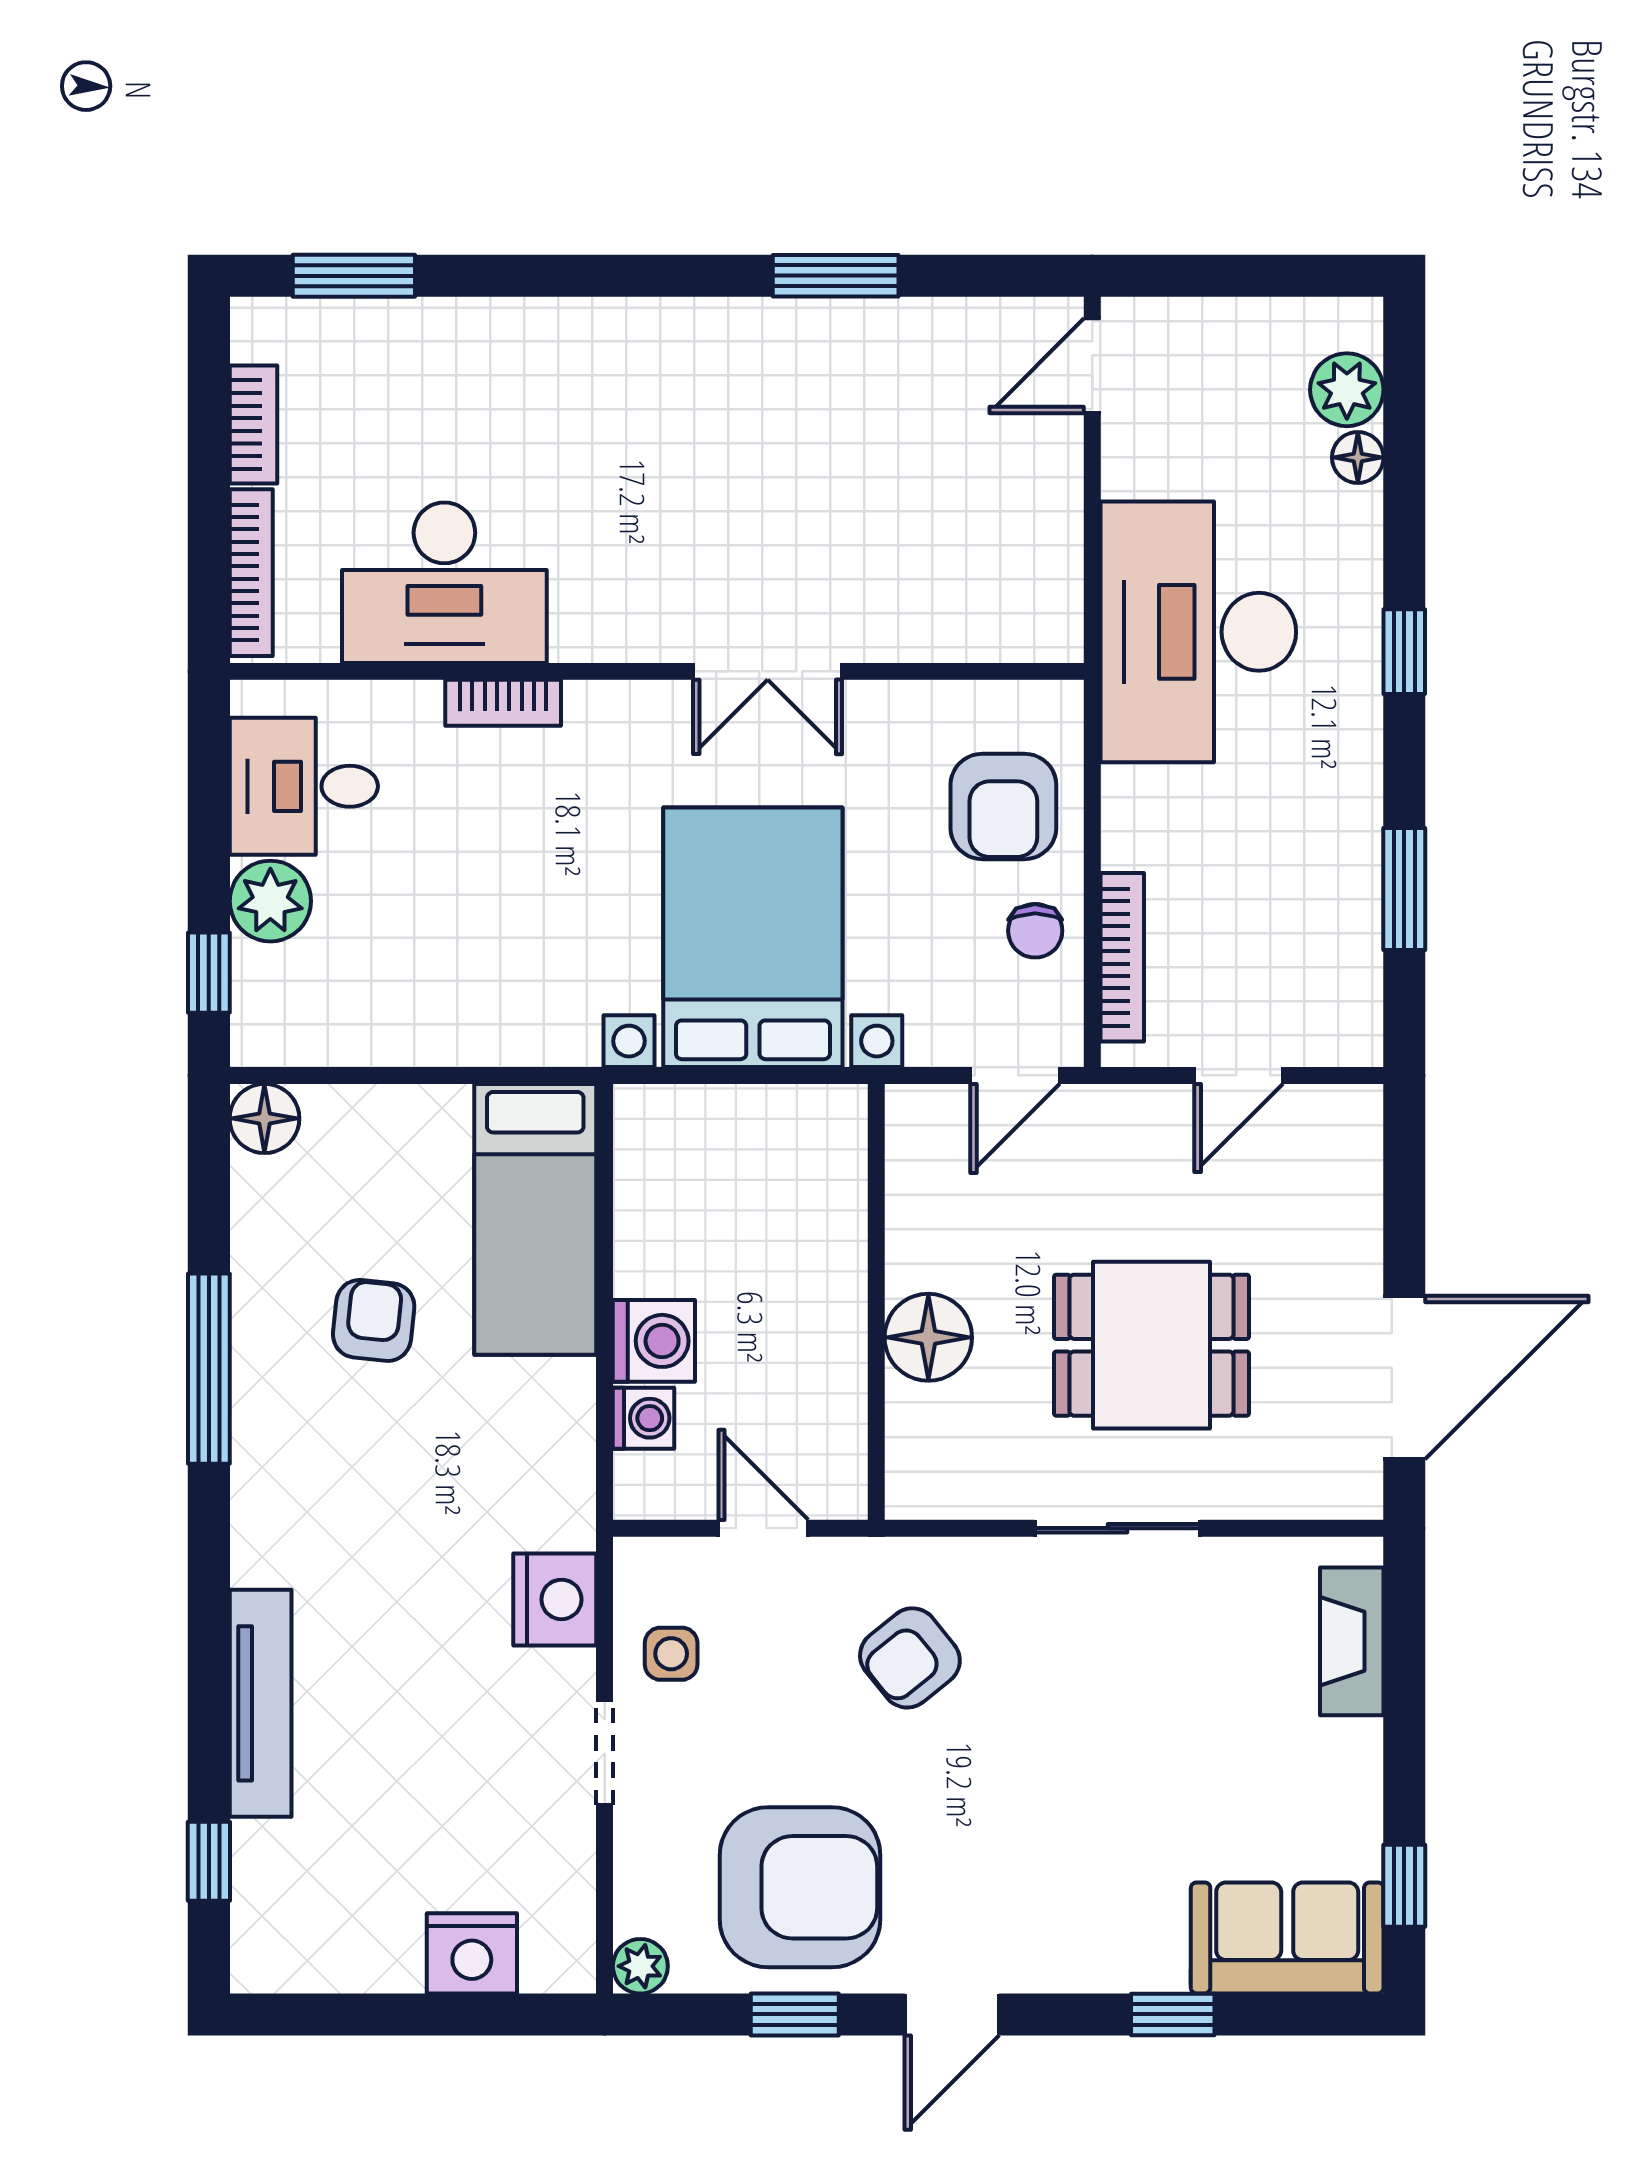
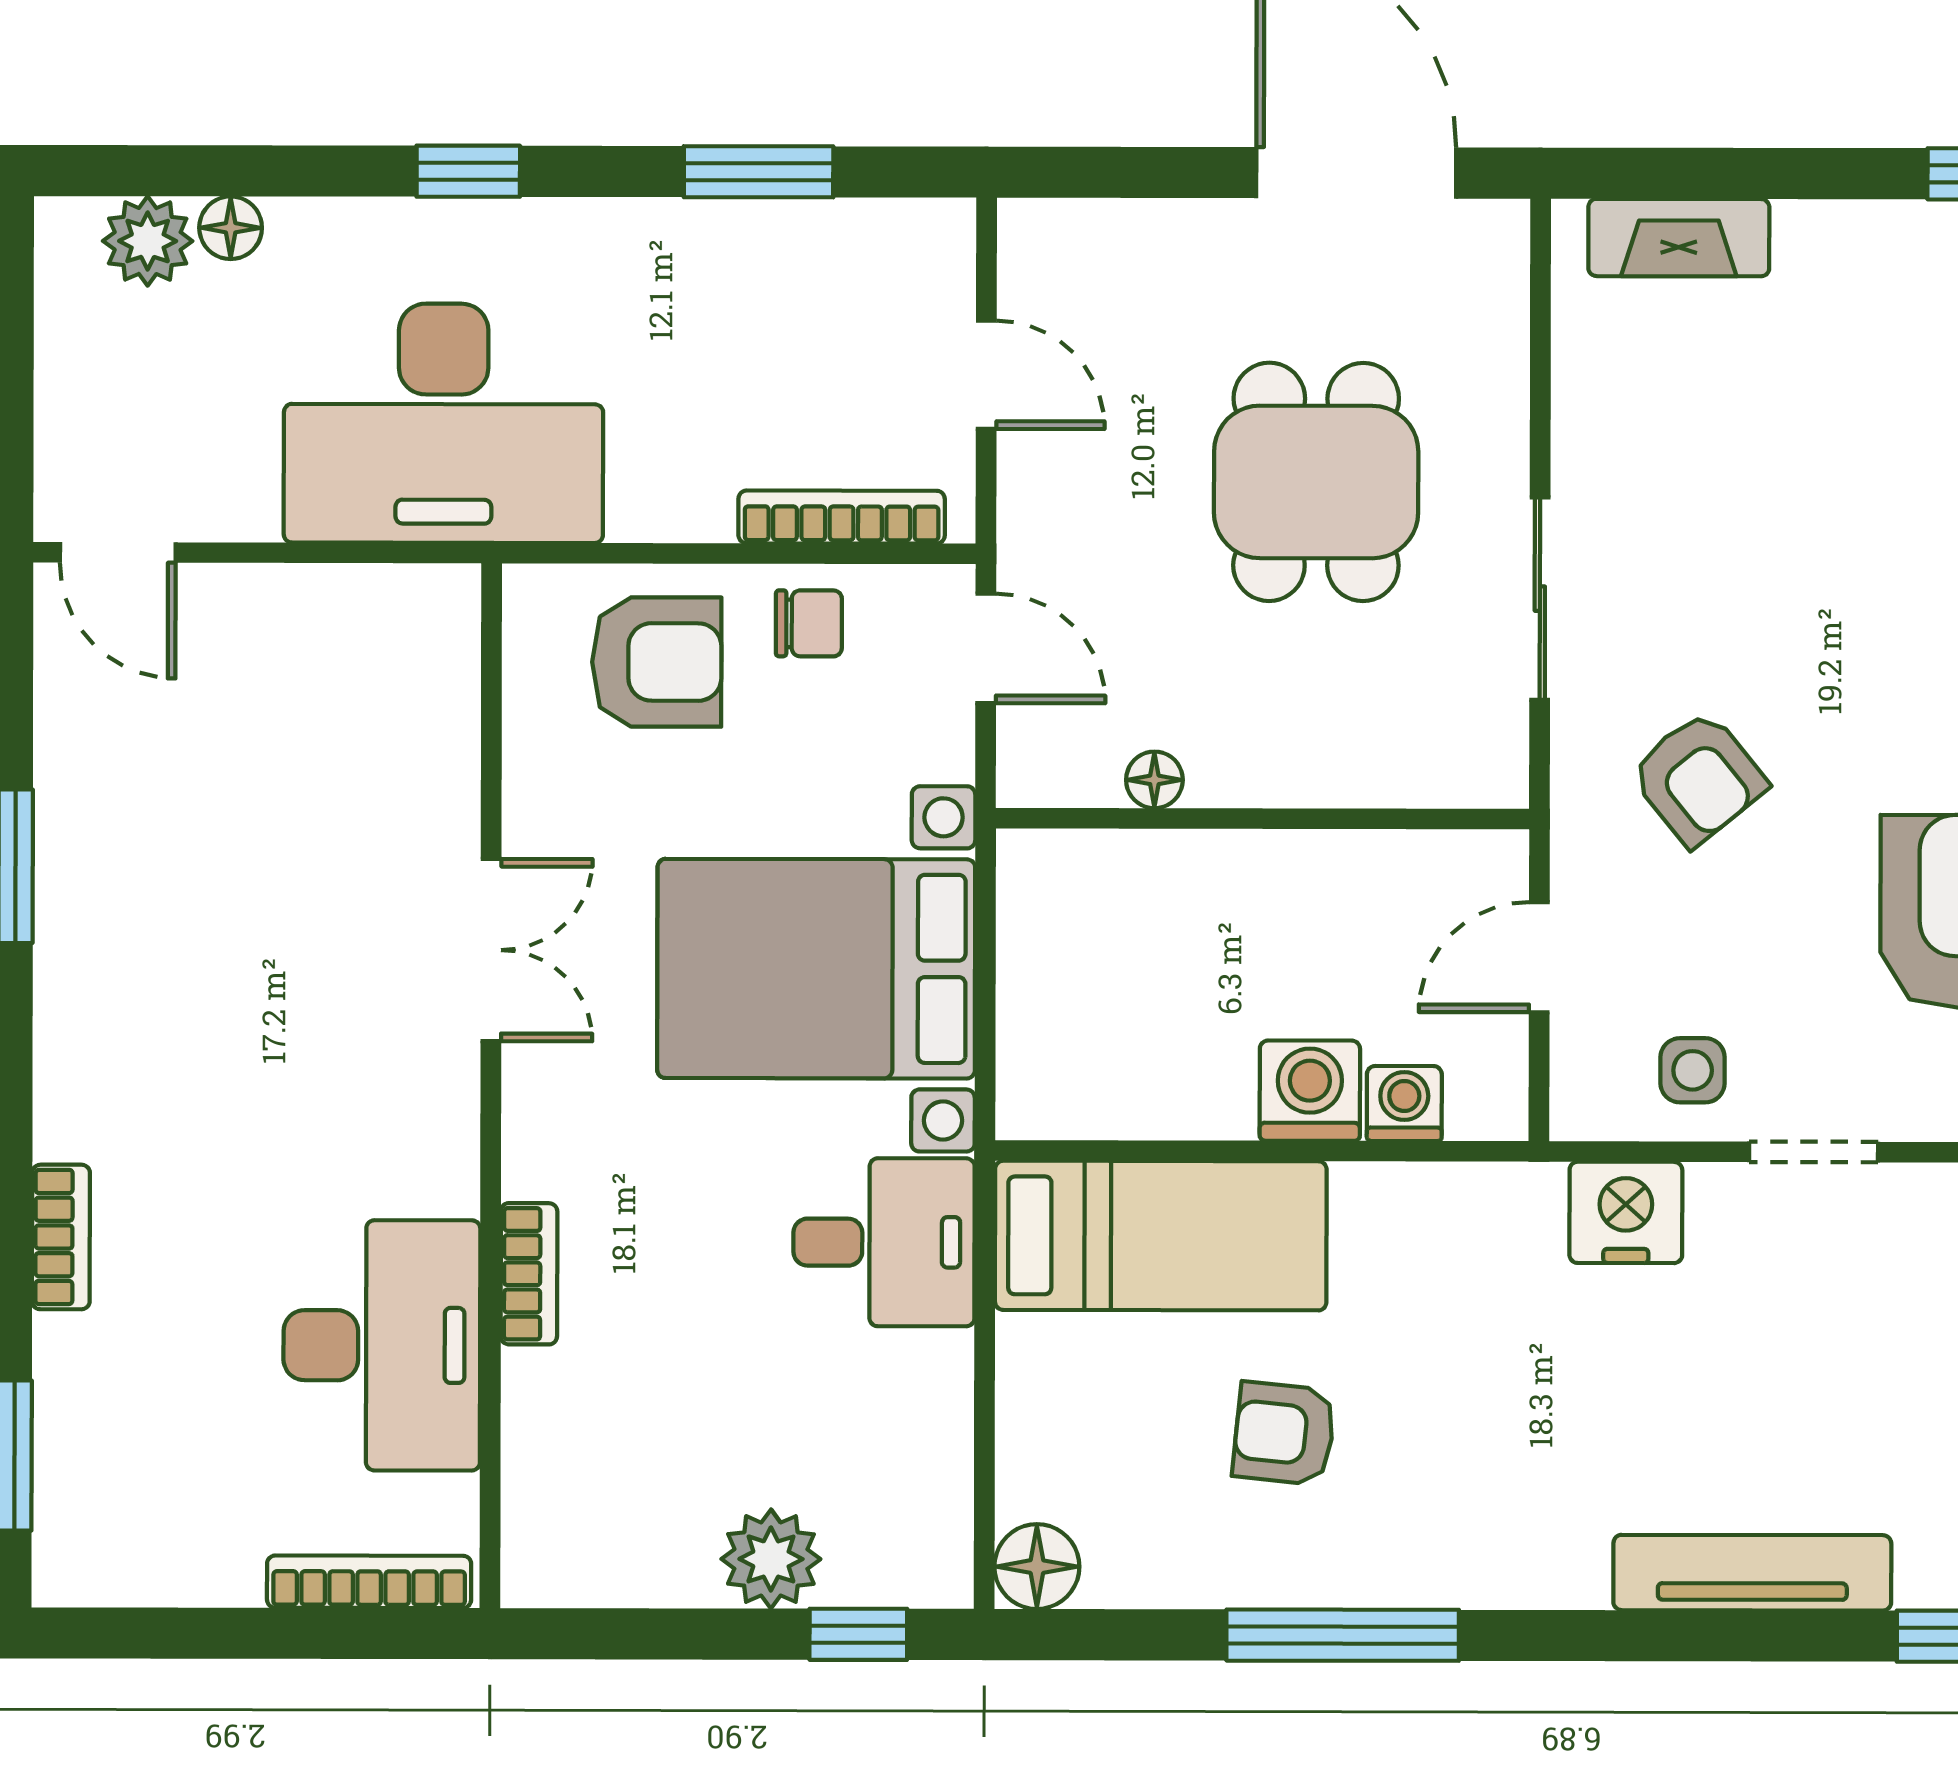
bookcase: (253, 425) -> (61, 1237), moved, turned 90
desk: (304, 786) -> (884, 1242), moved, turned -90
floor lamp: (928, 1337) -> (1154, 780), moved, width x0.53, depth x0.53
sliding door: (1118, 1528) -> (1540, 599), moved

